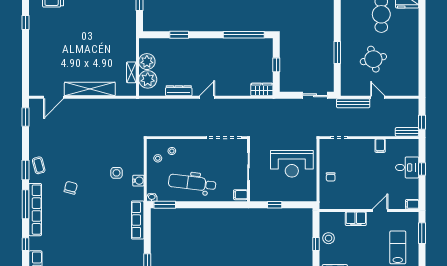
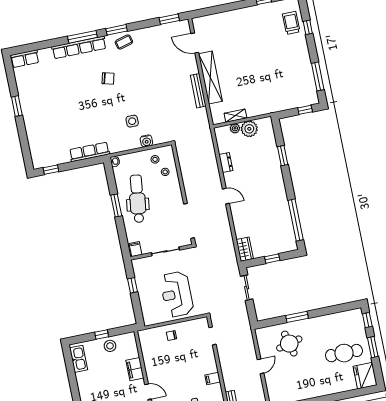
round table: (373, 59) -> (289, 344), moved
plant: (148, 79) -> (235, 128), width x0.53, depth x0.53
dresser: (179, 91) -> (226, 163), width x0.70
sliding door: (315, 95) -> (247, 288), moved
bench: (353, 103) -> (198, 91), moved
water cooler: (138, 181) -> (146, 141), moved
window: (165, 205) -> (116, 206), moved
window: (26, 244) -> (43, 45), removed

